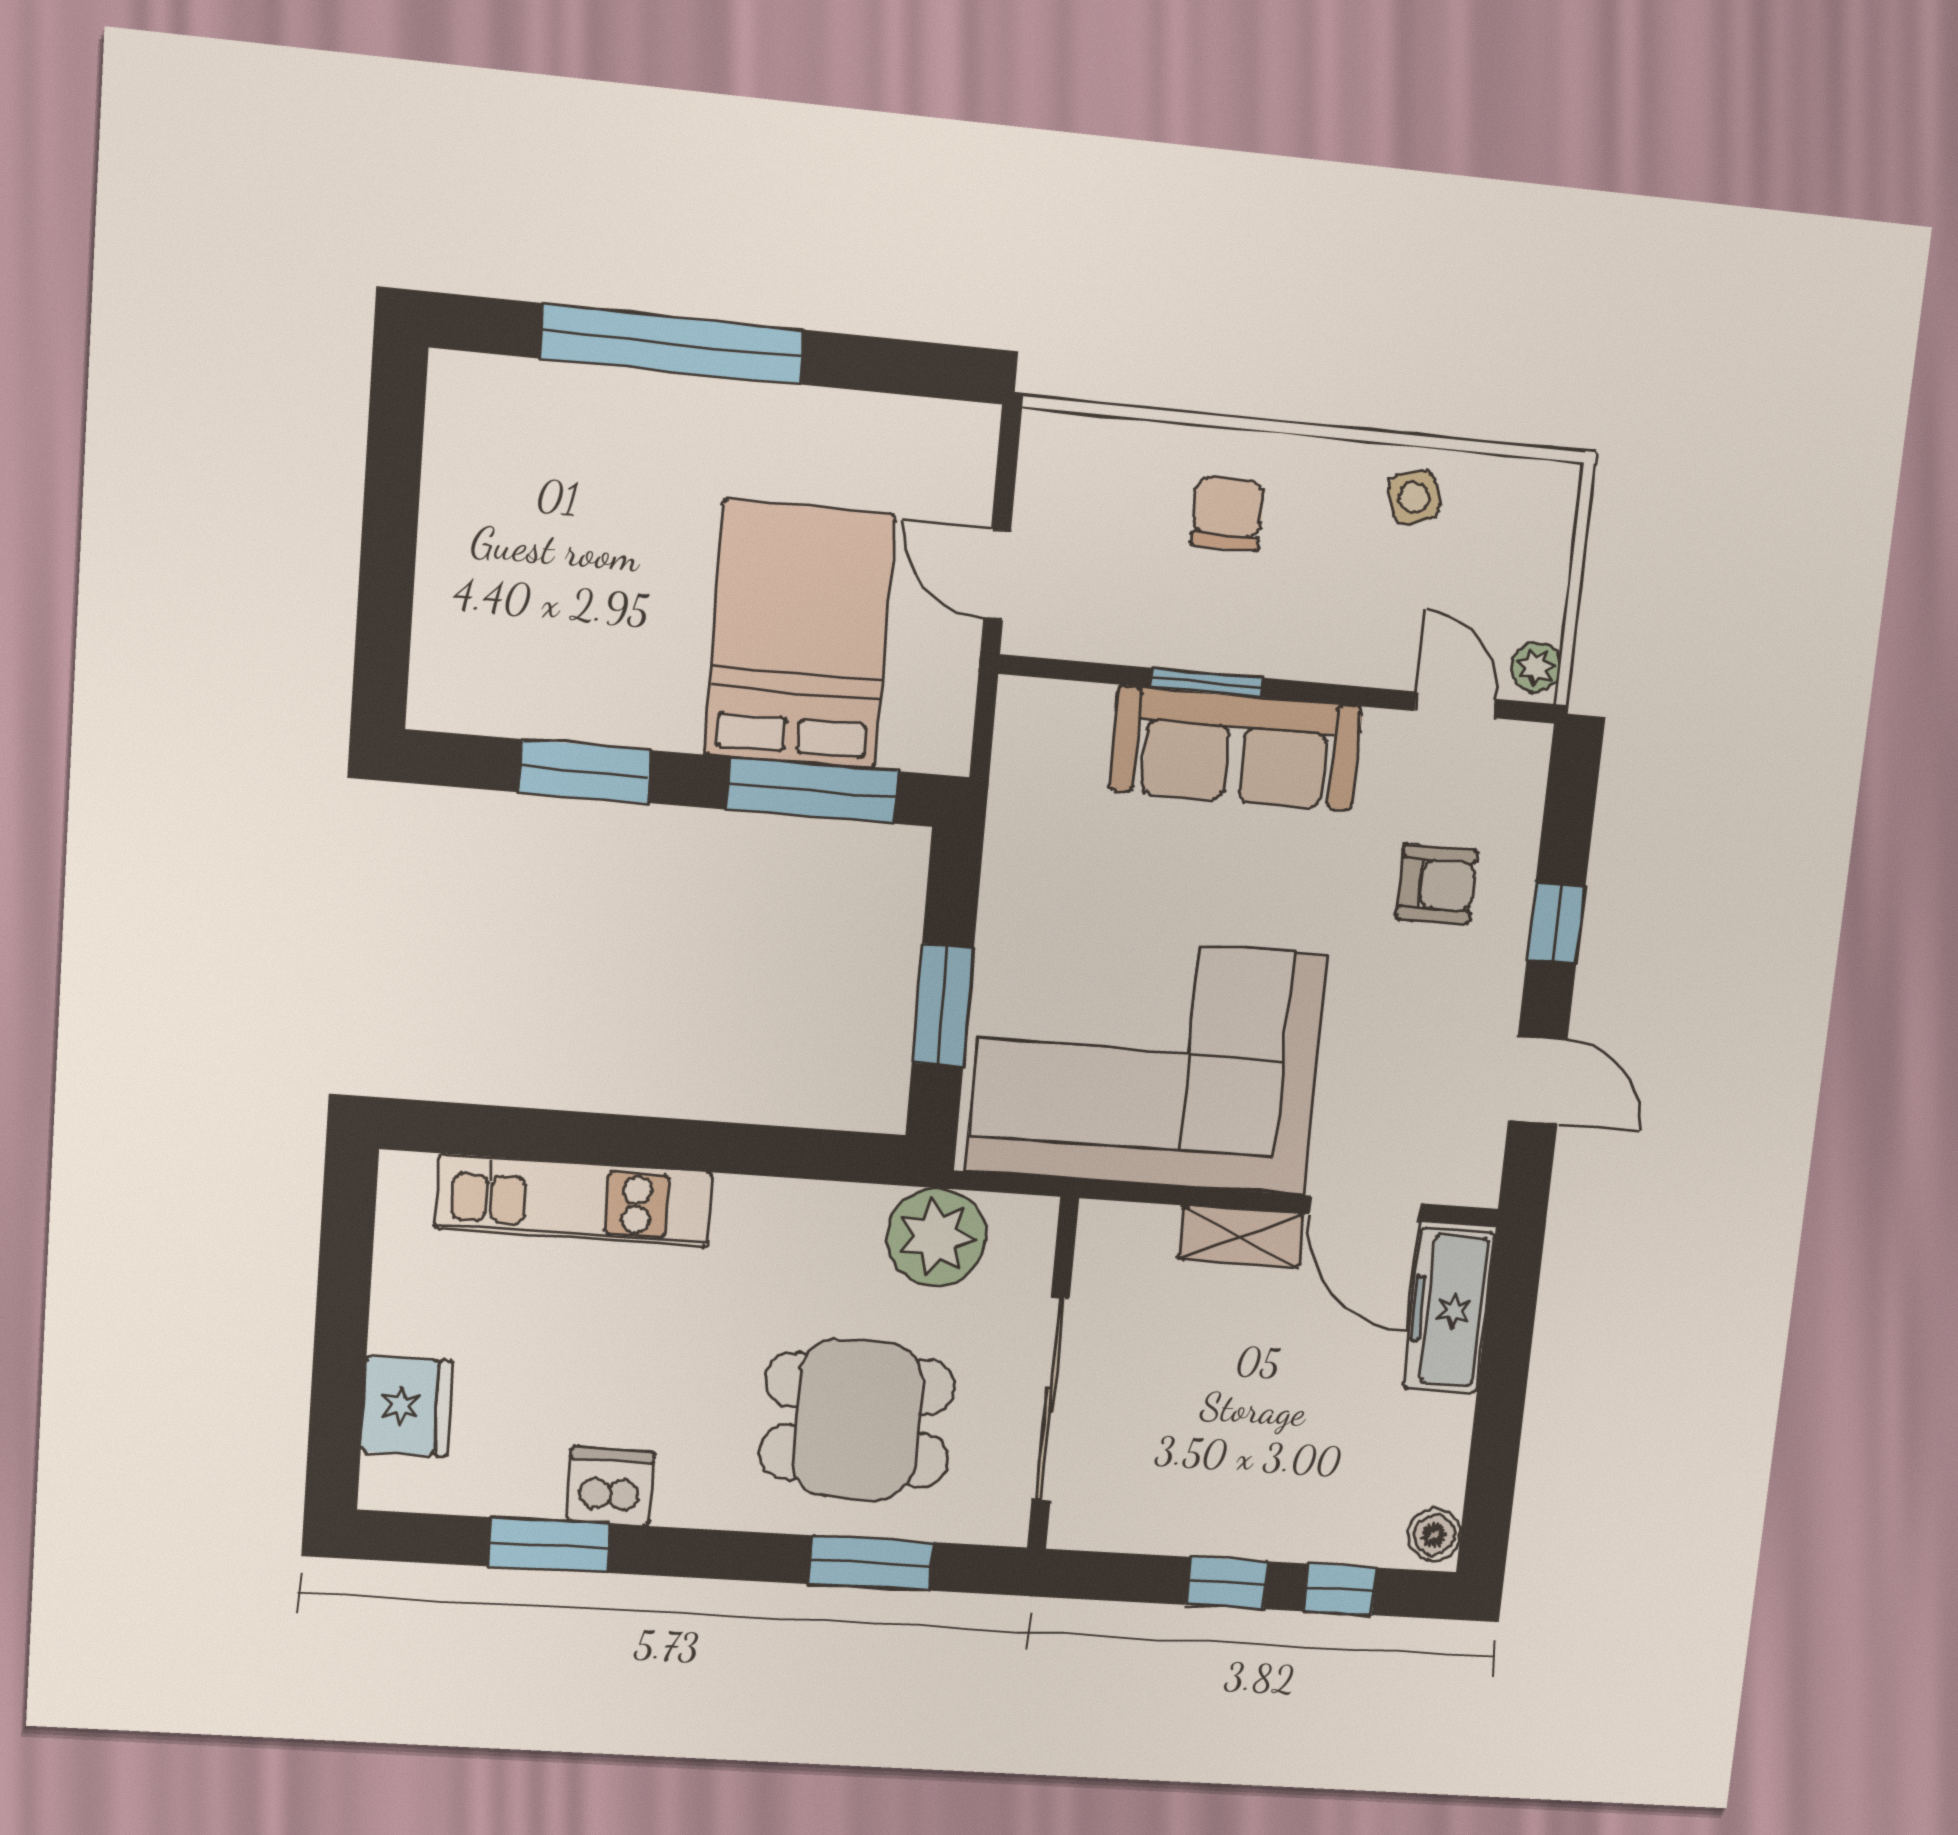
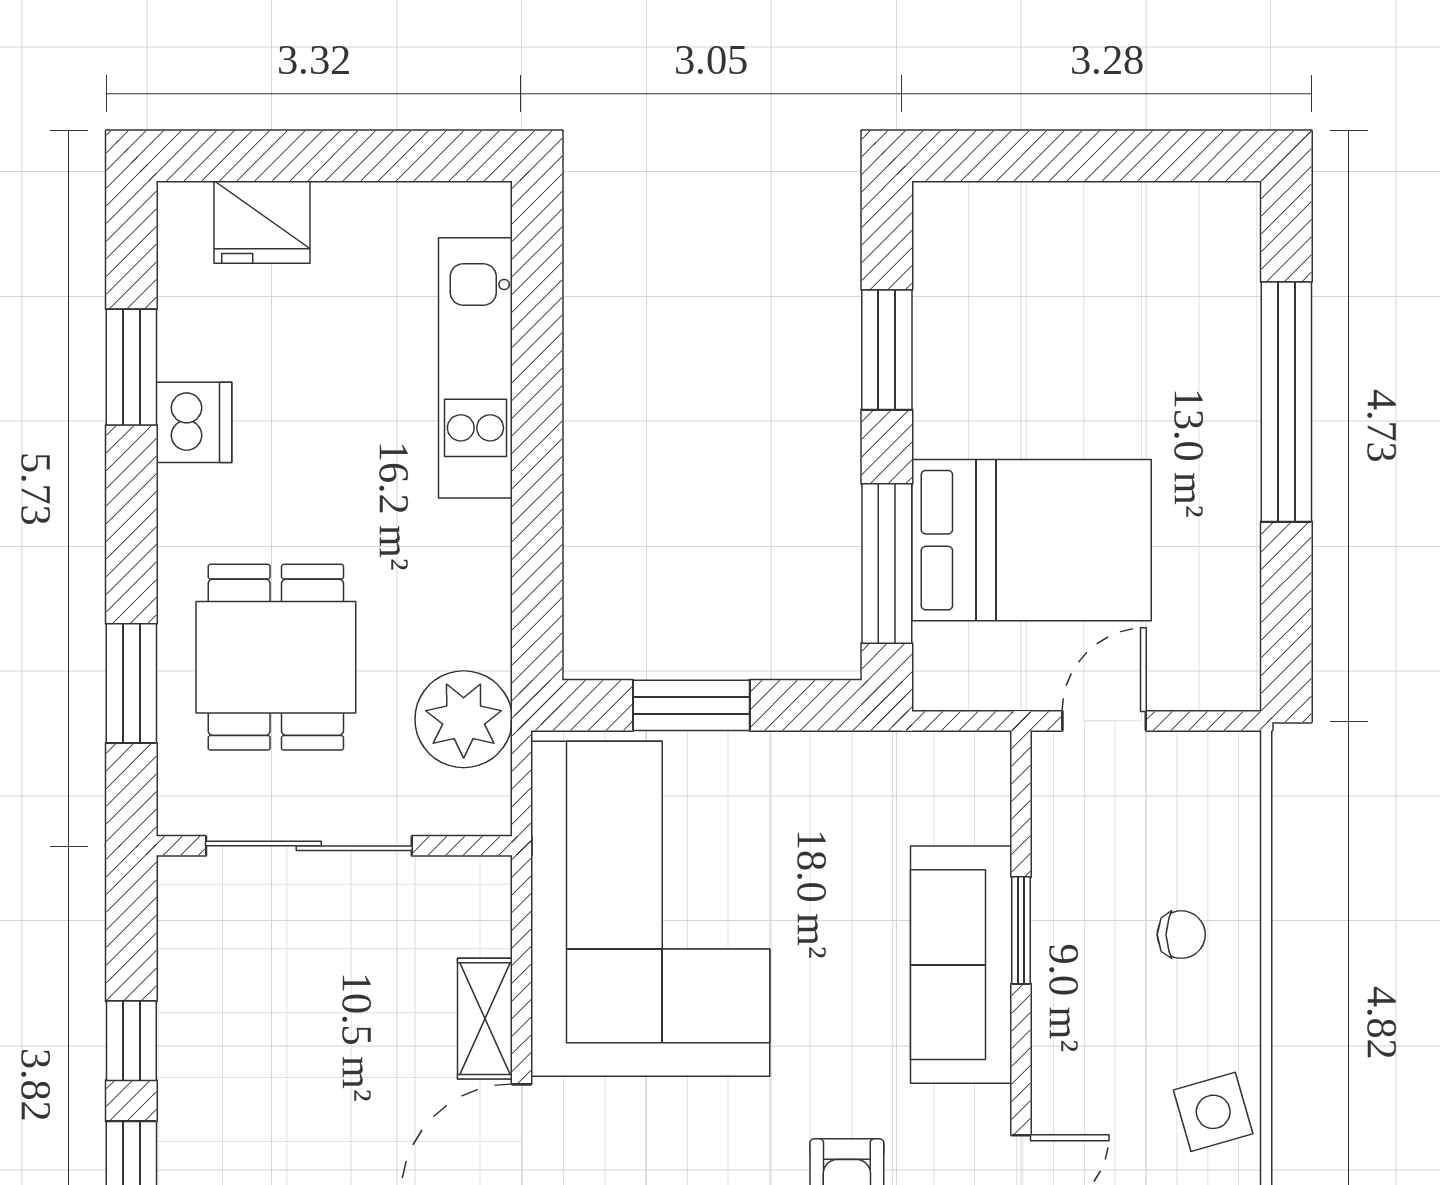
side table: (1414, 497) -> (1213, 1112), width x1.37, depth x1.37
chair: (1228, 514) -> (1181, 935), width x0.73, depth x0.73

